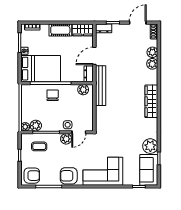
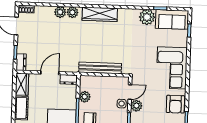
plant: (152, 52) -> (72, 12), moved
door: (94, 56) -> (50, 73), swing flipped
bench: (101, 86) -> (100, 68), moved
plant: (83, 90) -> (85, 97), moved
door: (79, 132) -> (130, 92), hinge flipped

